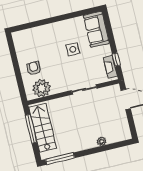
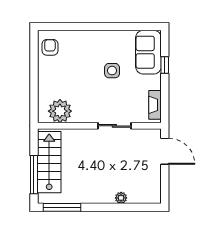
window: (116, 60) -> (165, 65), moved
armchair: (34, 68) -> (50, 47), moved
window: (31, 129) -> (34, 175), moved

